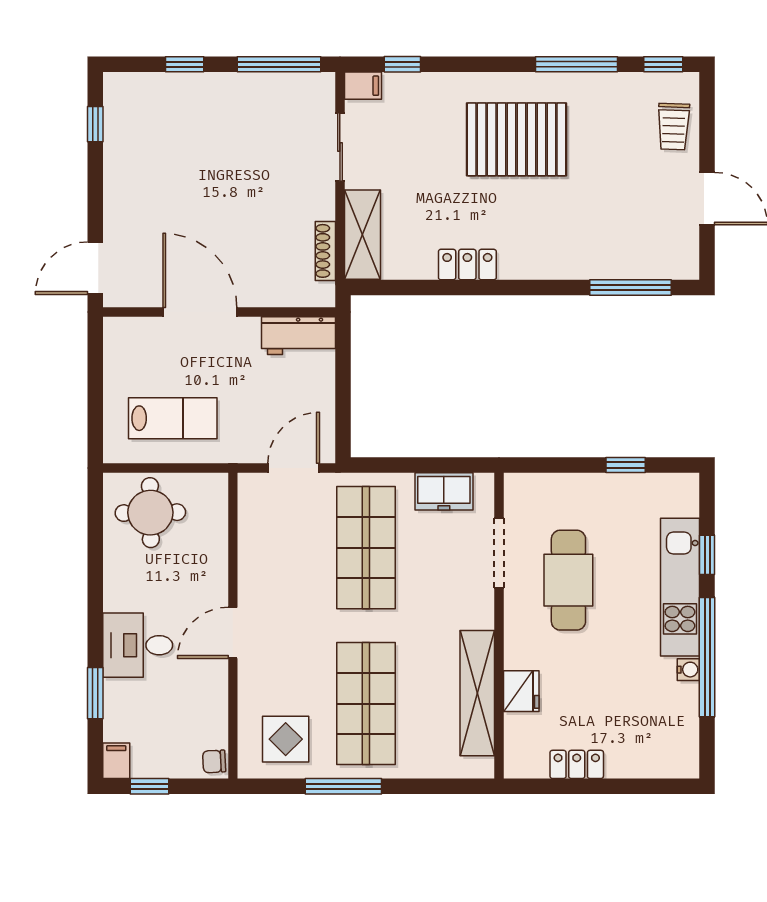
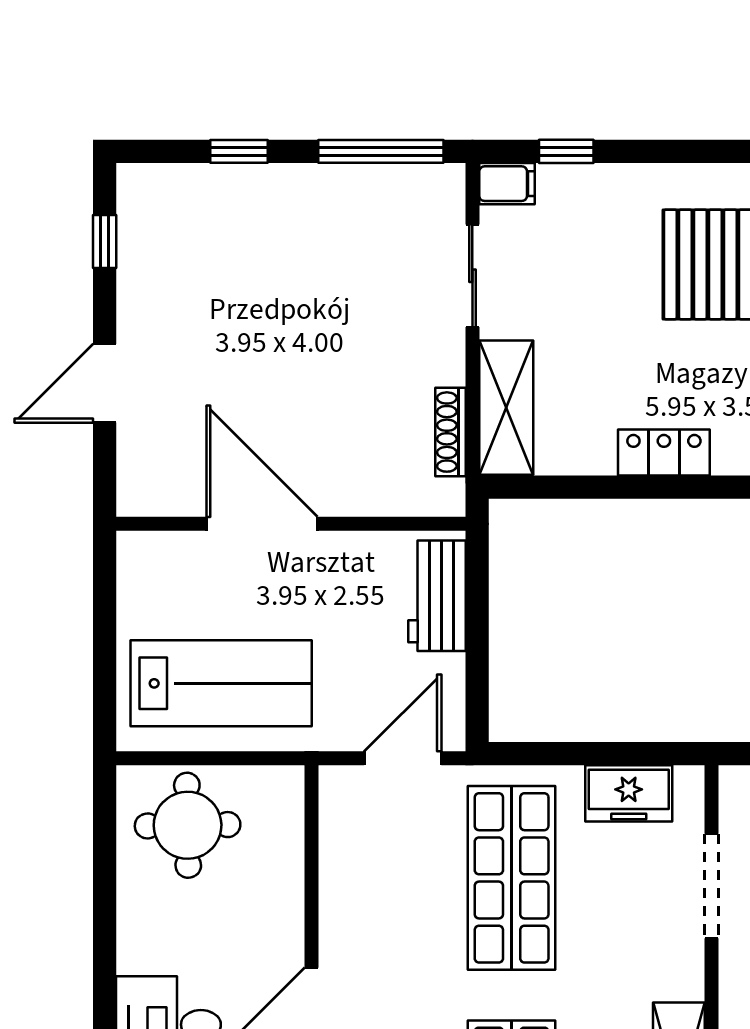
door: (95, 268) -> (105, 383), moved
workbench: (299, 336) -> (437, 596), moved, turned 90
lab bench: (173, 418) -> (221, 683), width x1.36, depth x1.39

